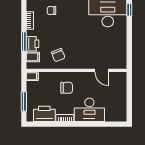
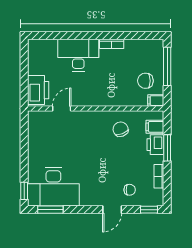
door: (102, 70) -> (62, 109), hinge flipped
chair: (67, 88) -> (145, 81), moved
window: (24, 101) -> (167, 66), width x1.44
printer: (44, 114) -> (38, 90), moved, turned -90

